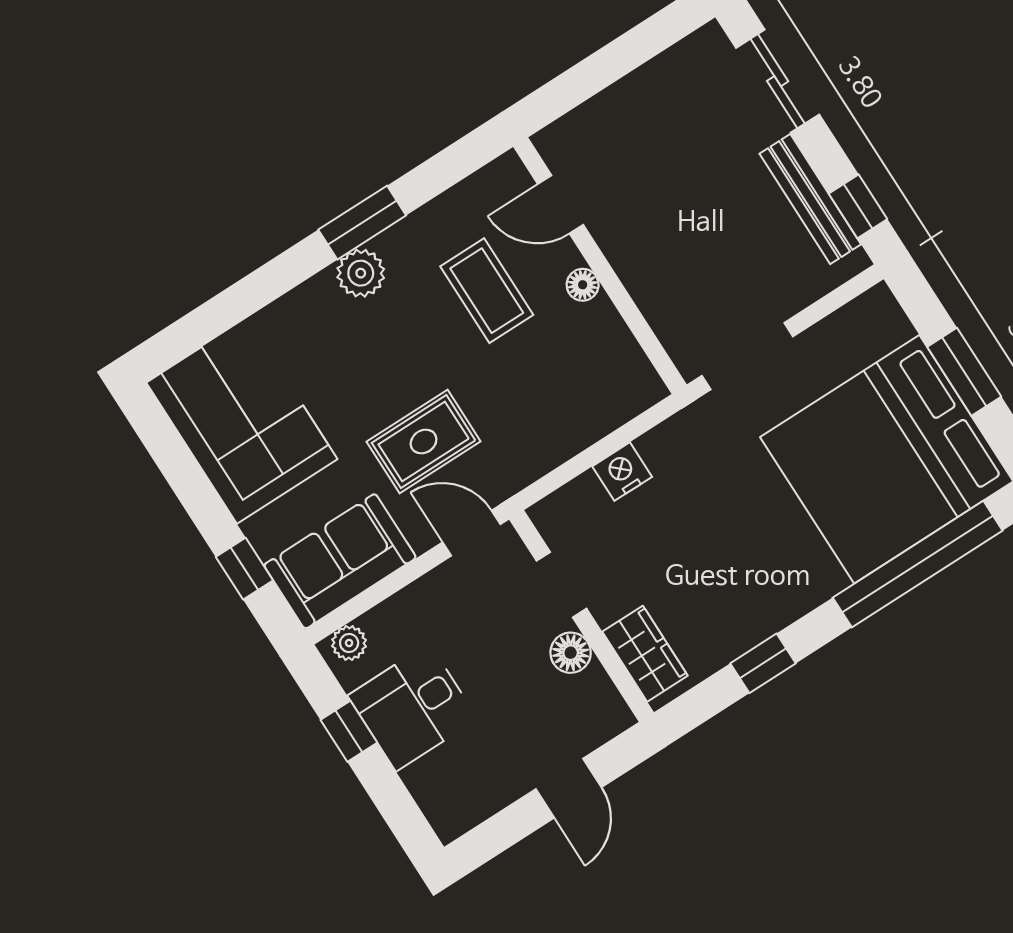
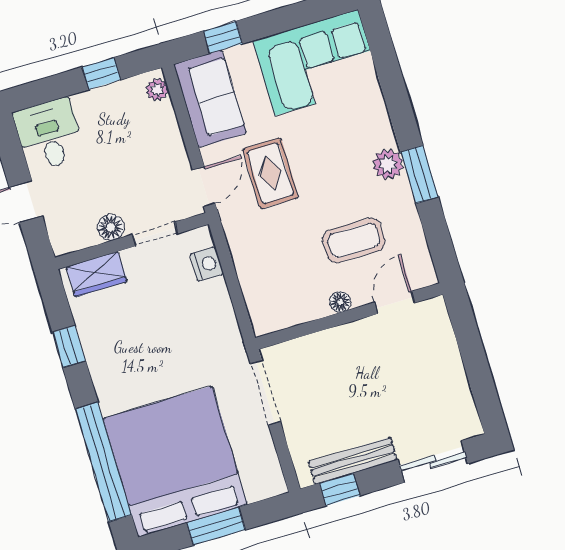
nightstand: (622, 472) -> (207, 264), moved
desk: (413, 707) -> (49, 135), moved

